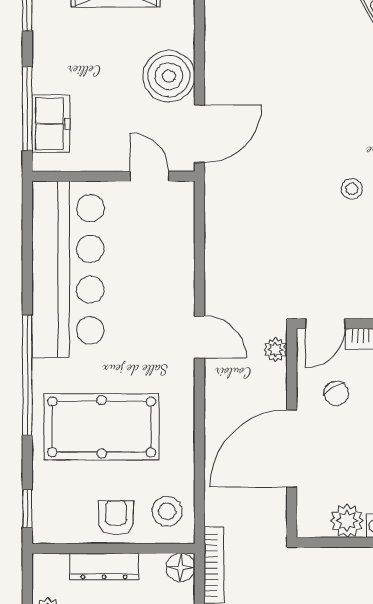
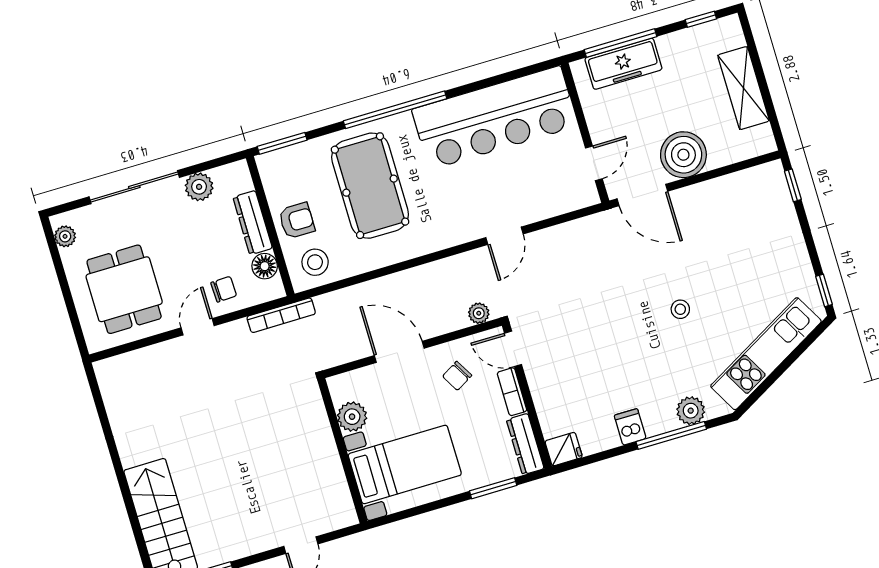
freezer: (51, 124) -> (623, 64), width x1.40
stool: (352, 189) -> (680, 309), moved
door: (200, 337) -> (505, 236), moved
door: (292, 449) -> (399, 352), width x0.73
window: (27, 509) -> (282, 143), width x1.50
floor lamp: (181, 567) -> (265, 266), moved

